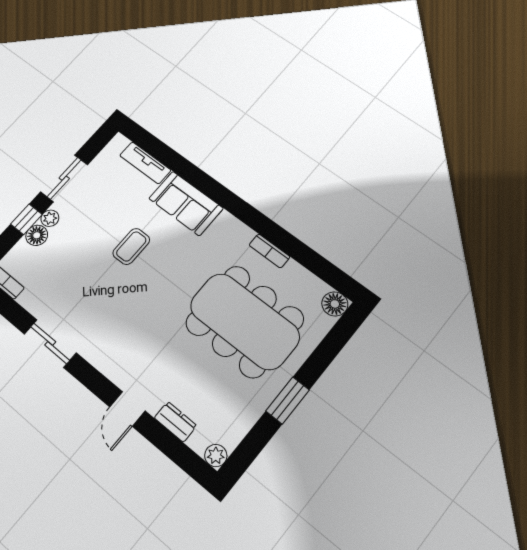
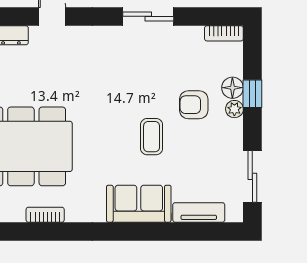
sliding door: (64, 178) -> (252, 176), moved
armchair: (77, 246) -> (194, 105), added

